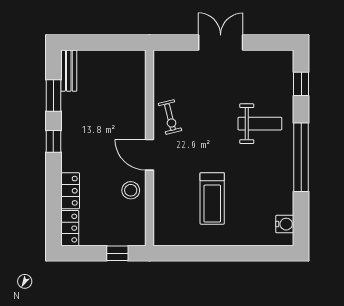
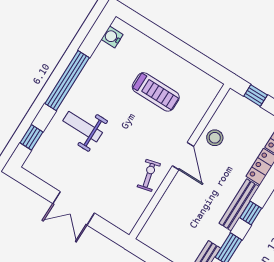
bench: (69, 142) -> (239, 205), added
treadmill: (212, 198) -> (156, 92), turned 90

